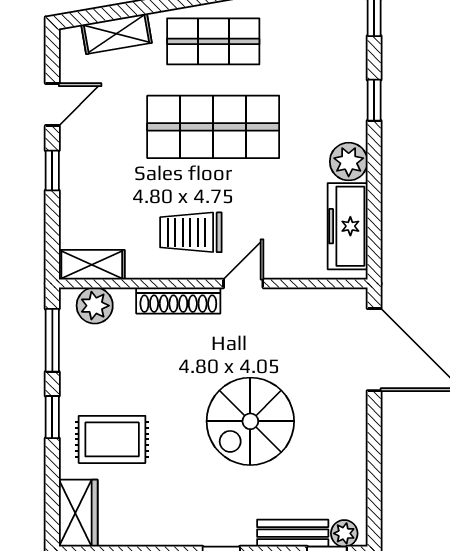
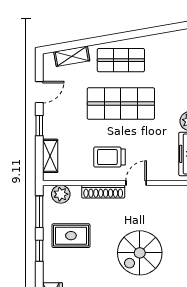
shelving: (92, 265) -> (50, 156), moved, turned 90
rug: (112, 439) -> (71, 236), moved

